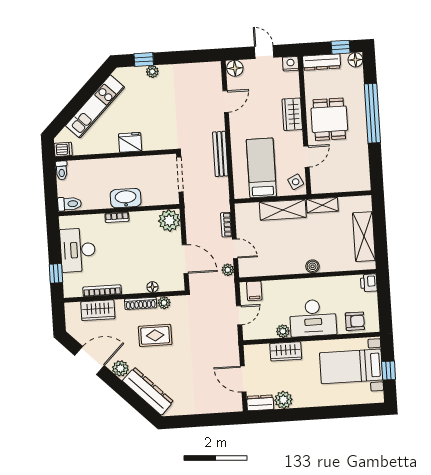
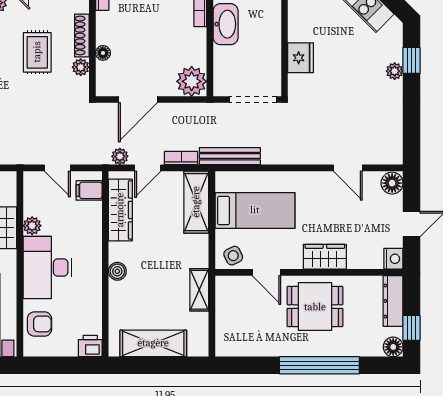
fridge: (130, 142) -> (301, 58), moved
bench: (220, 154) -> (230, 156), moved
shelving: (283, 210) -> (196, 202), moved
wardrobe: (267, 267) -> (120, 210), added
armchair: (355, 321) -> (39, 324), turned -90

